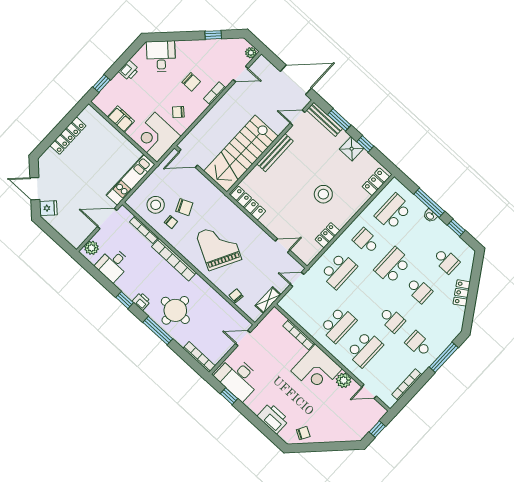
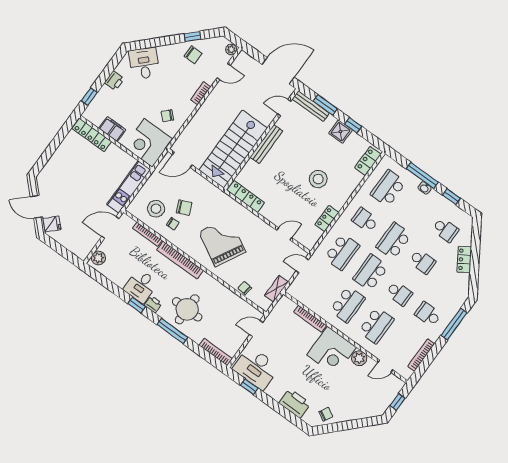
chair: (191, 82) -> (193, 55), moved
locker: (68, 136) -> (92, 135), moved, turned 90
desk: (113, 265) -> (141, 286), moved
school desk: (365, 295) -> (371, 273), added

